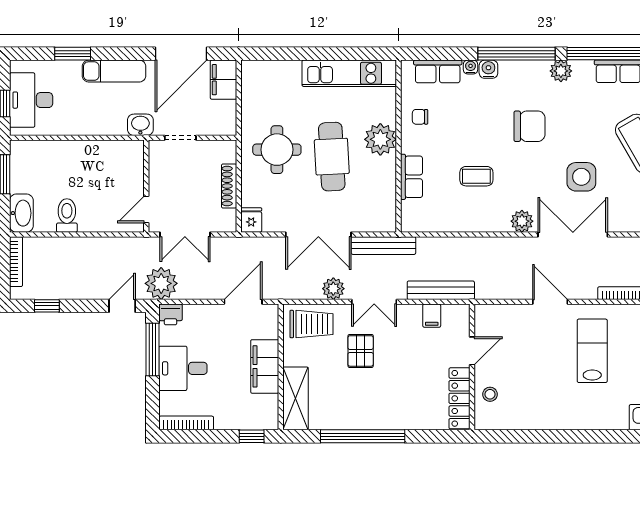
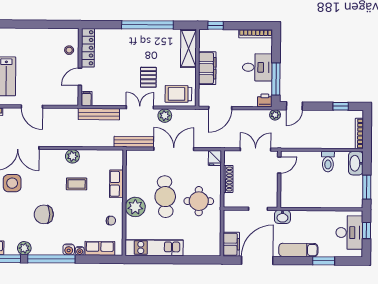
plant: (522, 221) -> (72, 156), moved
plant: (161, 283) -> (275, 115), width x0.53, depth x0.53
filing cabinet: (432, 316) -> (86, 98), moved

